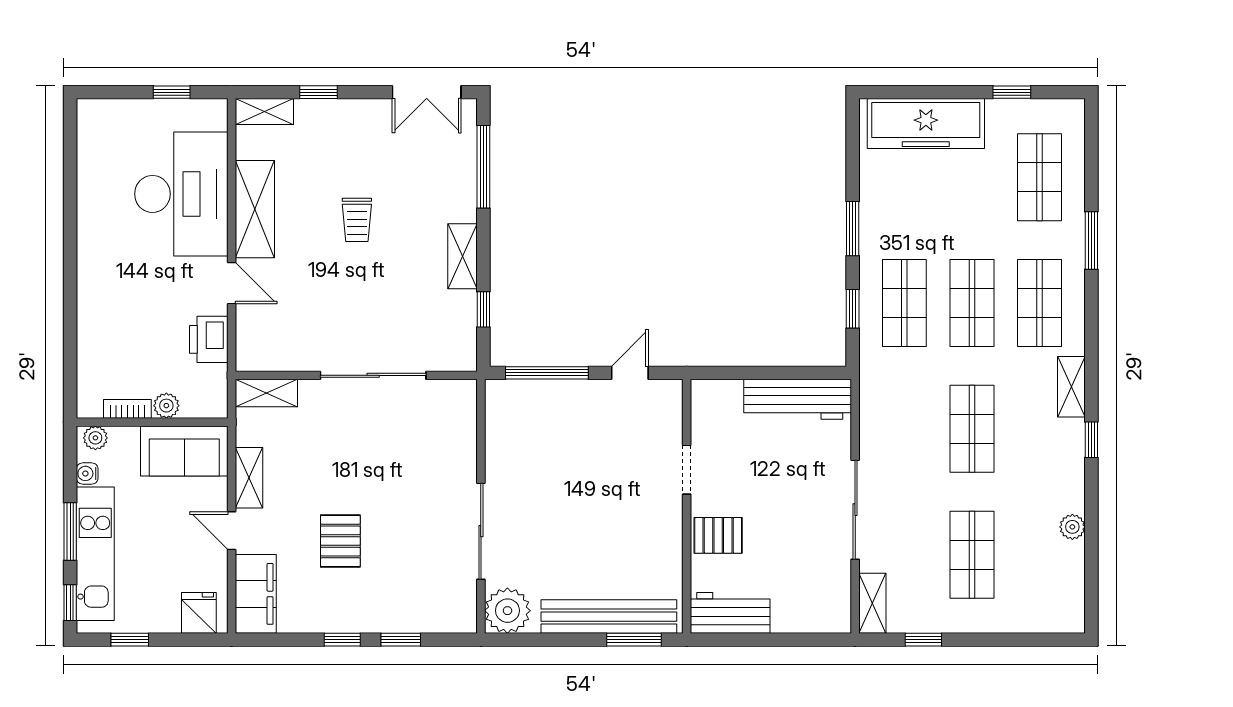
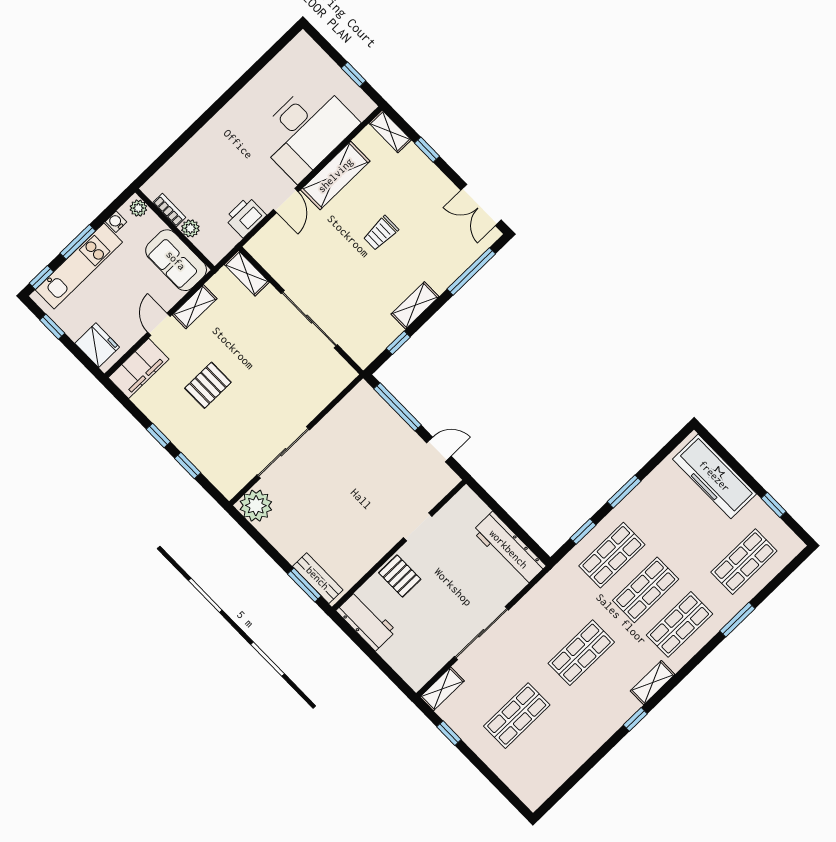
plant: (1072, 527) -> (581, 753), removed
fridge: (199, 613) -> (97, 345), width x1.38
bench: (609, 617) -> (318, 578), width x0.54, depth x0.82

